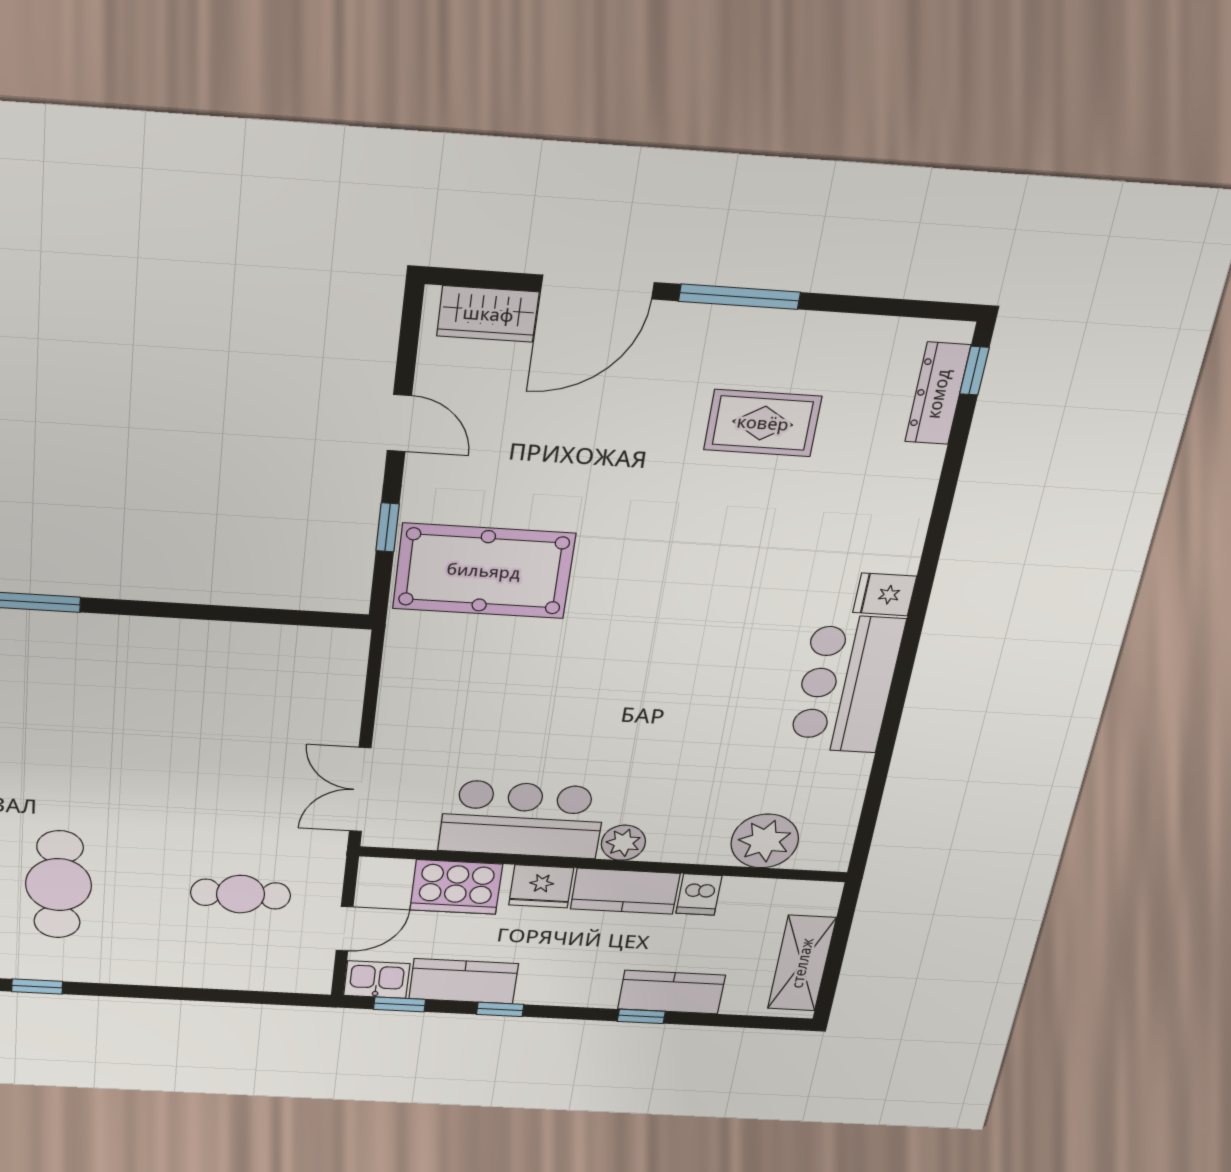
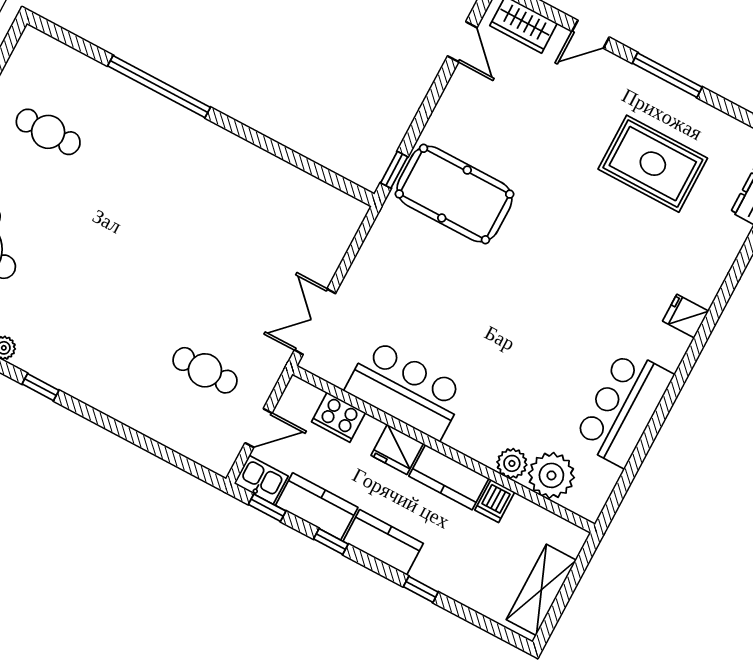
door: (597, 287) -> (591, 34), width x0.53
door: (399, 423) -> (462, 42), moved
rug: (763, 423) -> (653, 164), width x1.36, depth x1.43
window: (388, 527) -> (394, 170), moved
bar counter: (846, 684) -> (624, 408), moved
plant: (623, 843) -> (512, 463), moved
cafe table: (59, 885) -> (94, 312), removed
cooker: (456, 887) -> (339, 417), width x0.73, depth x0.76
kitchen counter: (671, 992) -> (383, 542), moved

